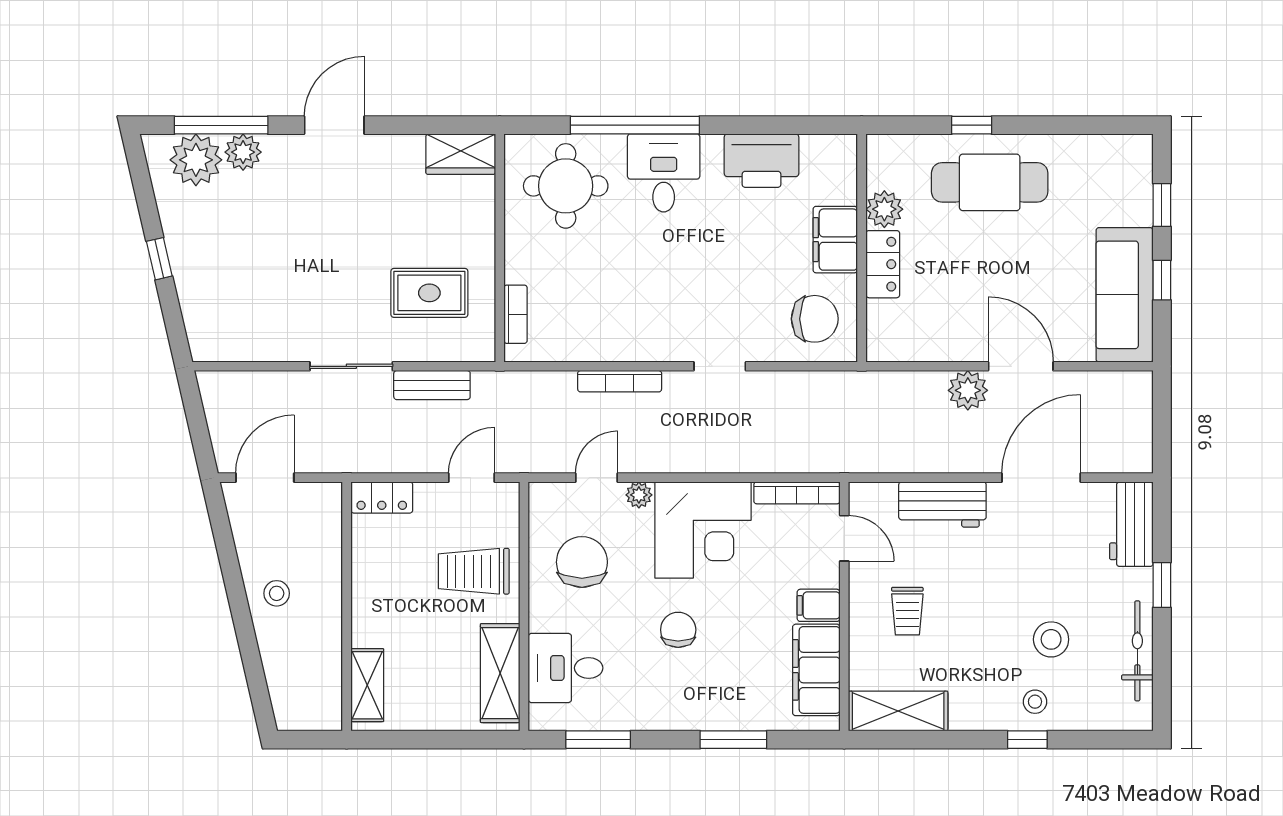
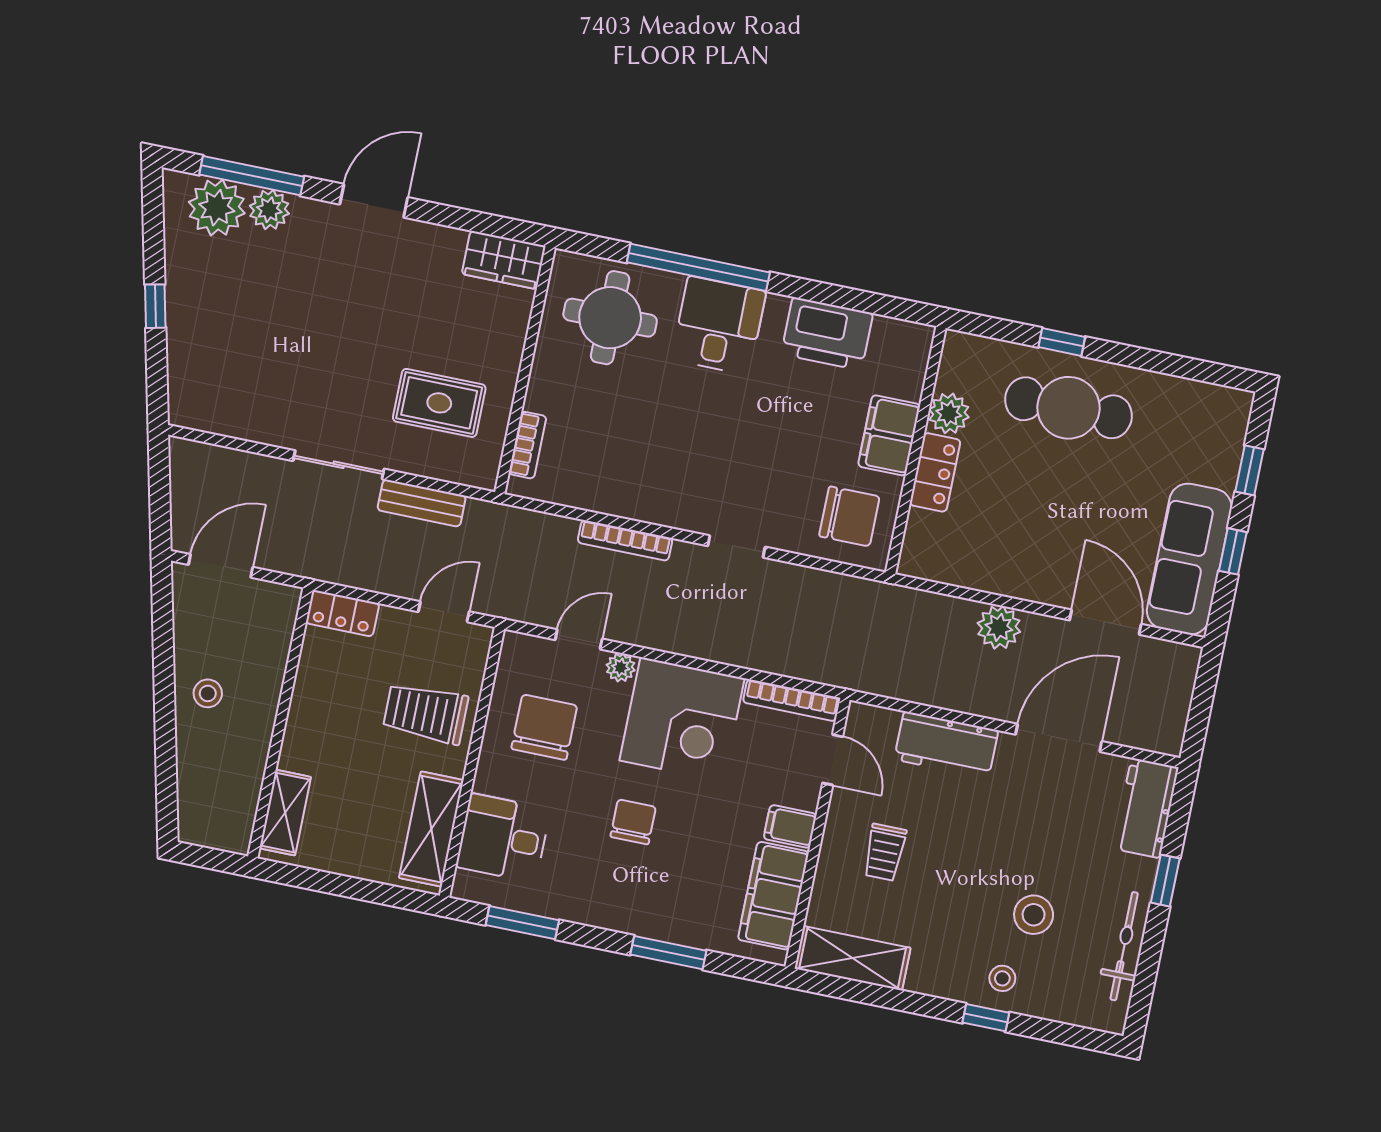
door: (1021, 366) -> (1105, 622), moved

